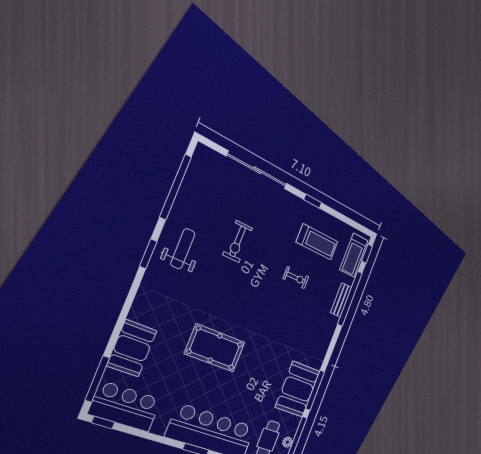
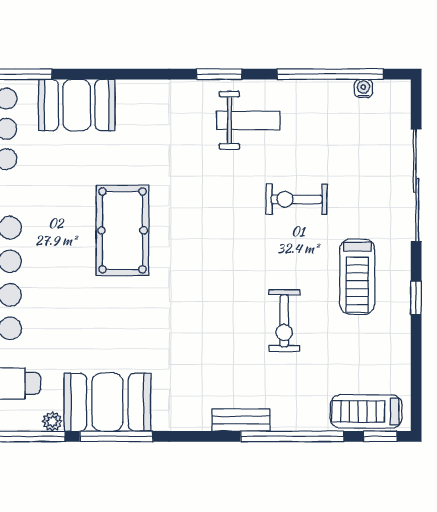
water cooler: (192, 172) -> (363, 88), added
treadmill: (317, 242) -> (357, 277), moved
exercise bike: (296, 278) -> (284, 321), width x1.38, depth x1.39
bench: (341, 300) -> (241, 420), moved
plant: (287, 442) -> (52, 421), moved

